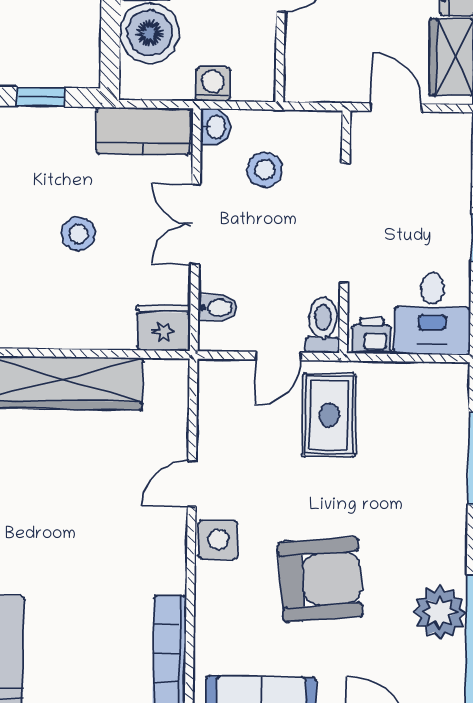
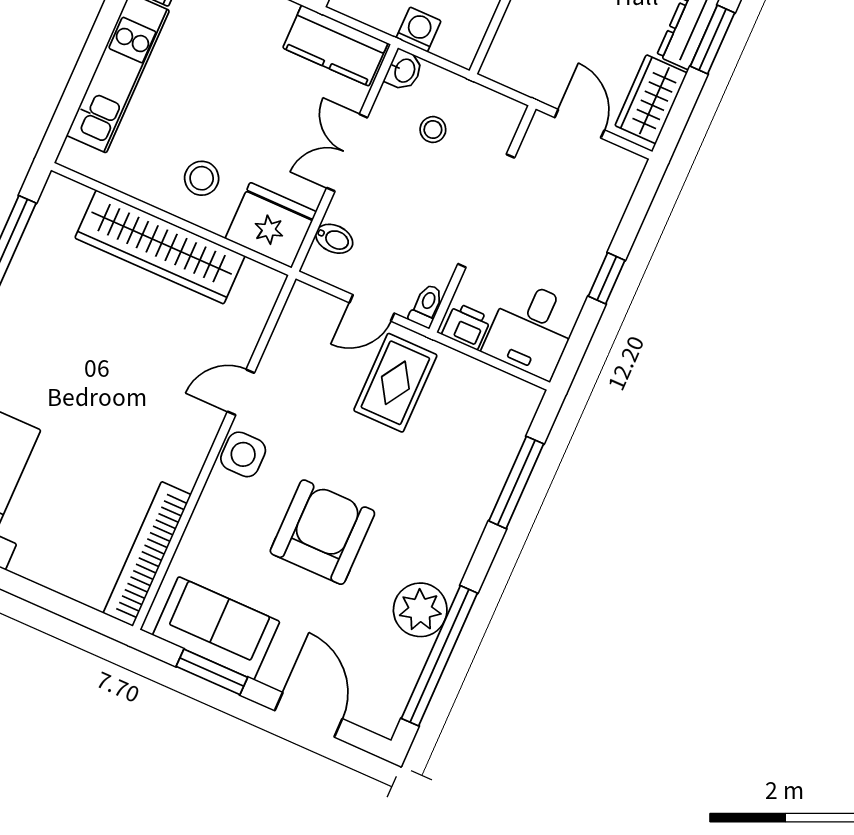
stool: (265, 170) -> (433, 129), width x0.73, depth x0.73
stool: (78, 234) -> (202, 178), moved
toilet: (323, 325) -> (426, 306), width x0.73, depth x0.72
fridge: (164, 328) -> (271, 225), width x1.36, depth x1.34
armchair: (321, 580) -> (322, 532), turned -85

